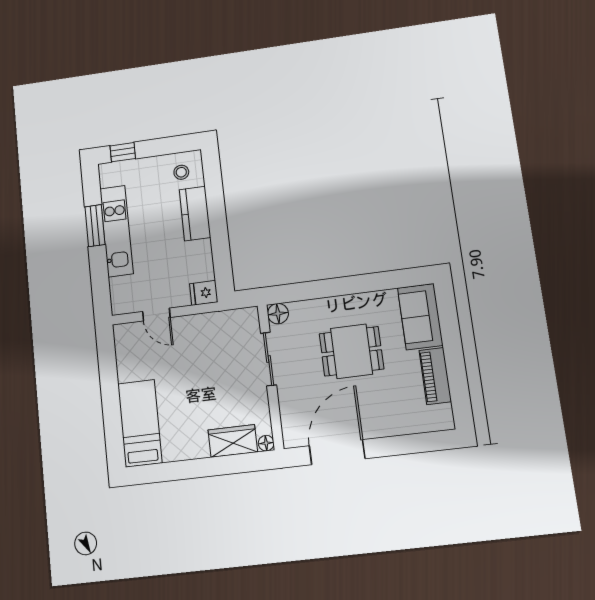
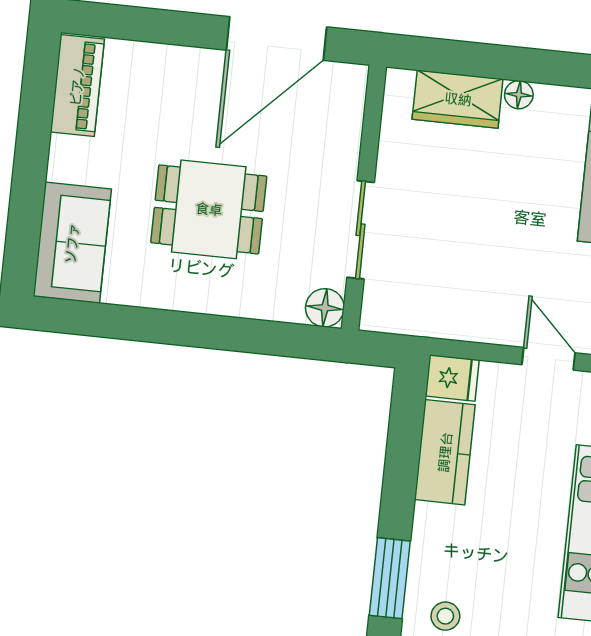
window: (213, 184) -> (390, 578), added
kitchen counter: (195, 213) -> (445, 452), moved
piano: (435, 376) -> (77, 86), moved
floor lamp: (266, 443) -> (519, 95), moved

